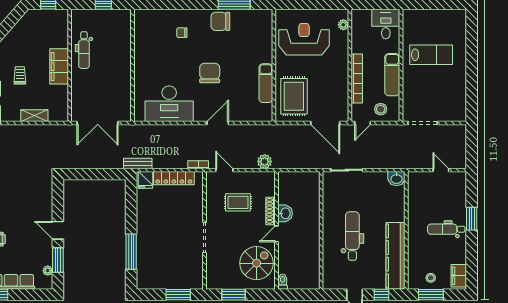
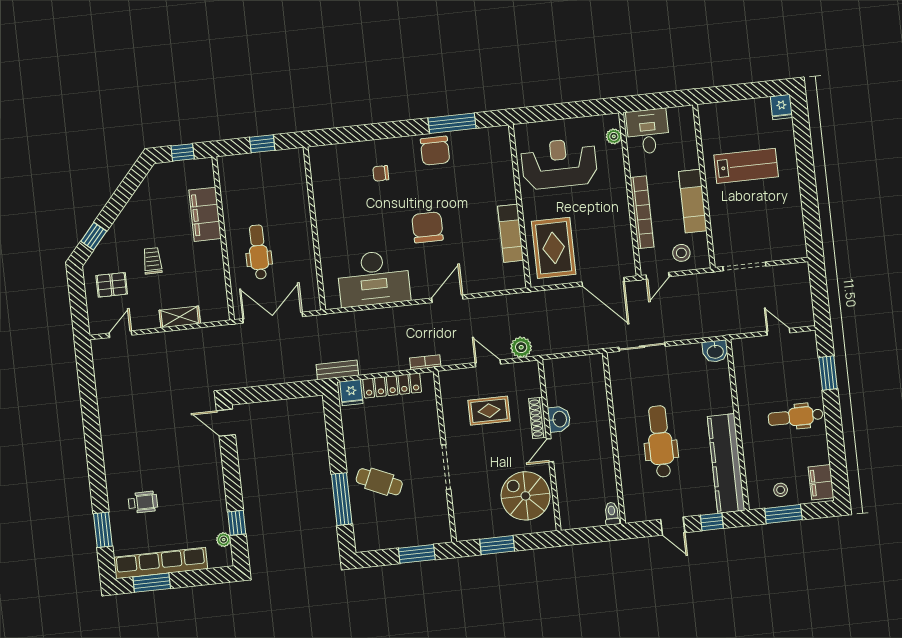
fridge: (460, 17) -> (782, 107), added
chair: (220, 21) -> (435, 151), turned -90
desk: (386, 24) -> (648, 131), moved
dental chair: (84, 50) -> (258, 252), moved, turned 180
filing cabinet: (59, 66) -> (205, 214), moved
double door: (98, 123) -> (273, 318), swing flipped
door: (224, 170) -> (488, 363), moved
window: (472, 219) -> (828, 373), moved
door: (58, 230) -> (226, 423), moved
cafe table: (158, 243) -> (379, 482), added
window: (58, 260) -> (237, 523), width x0.67
spiral stairs: (257, 263) -> (526, 496), turned -90
toilet: (283, 282) -> (612, 514), moved

